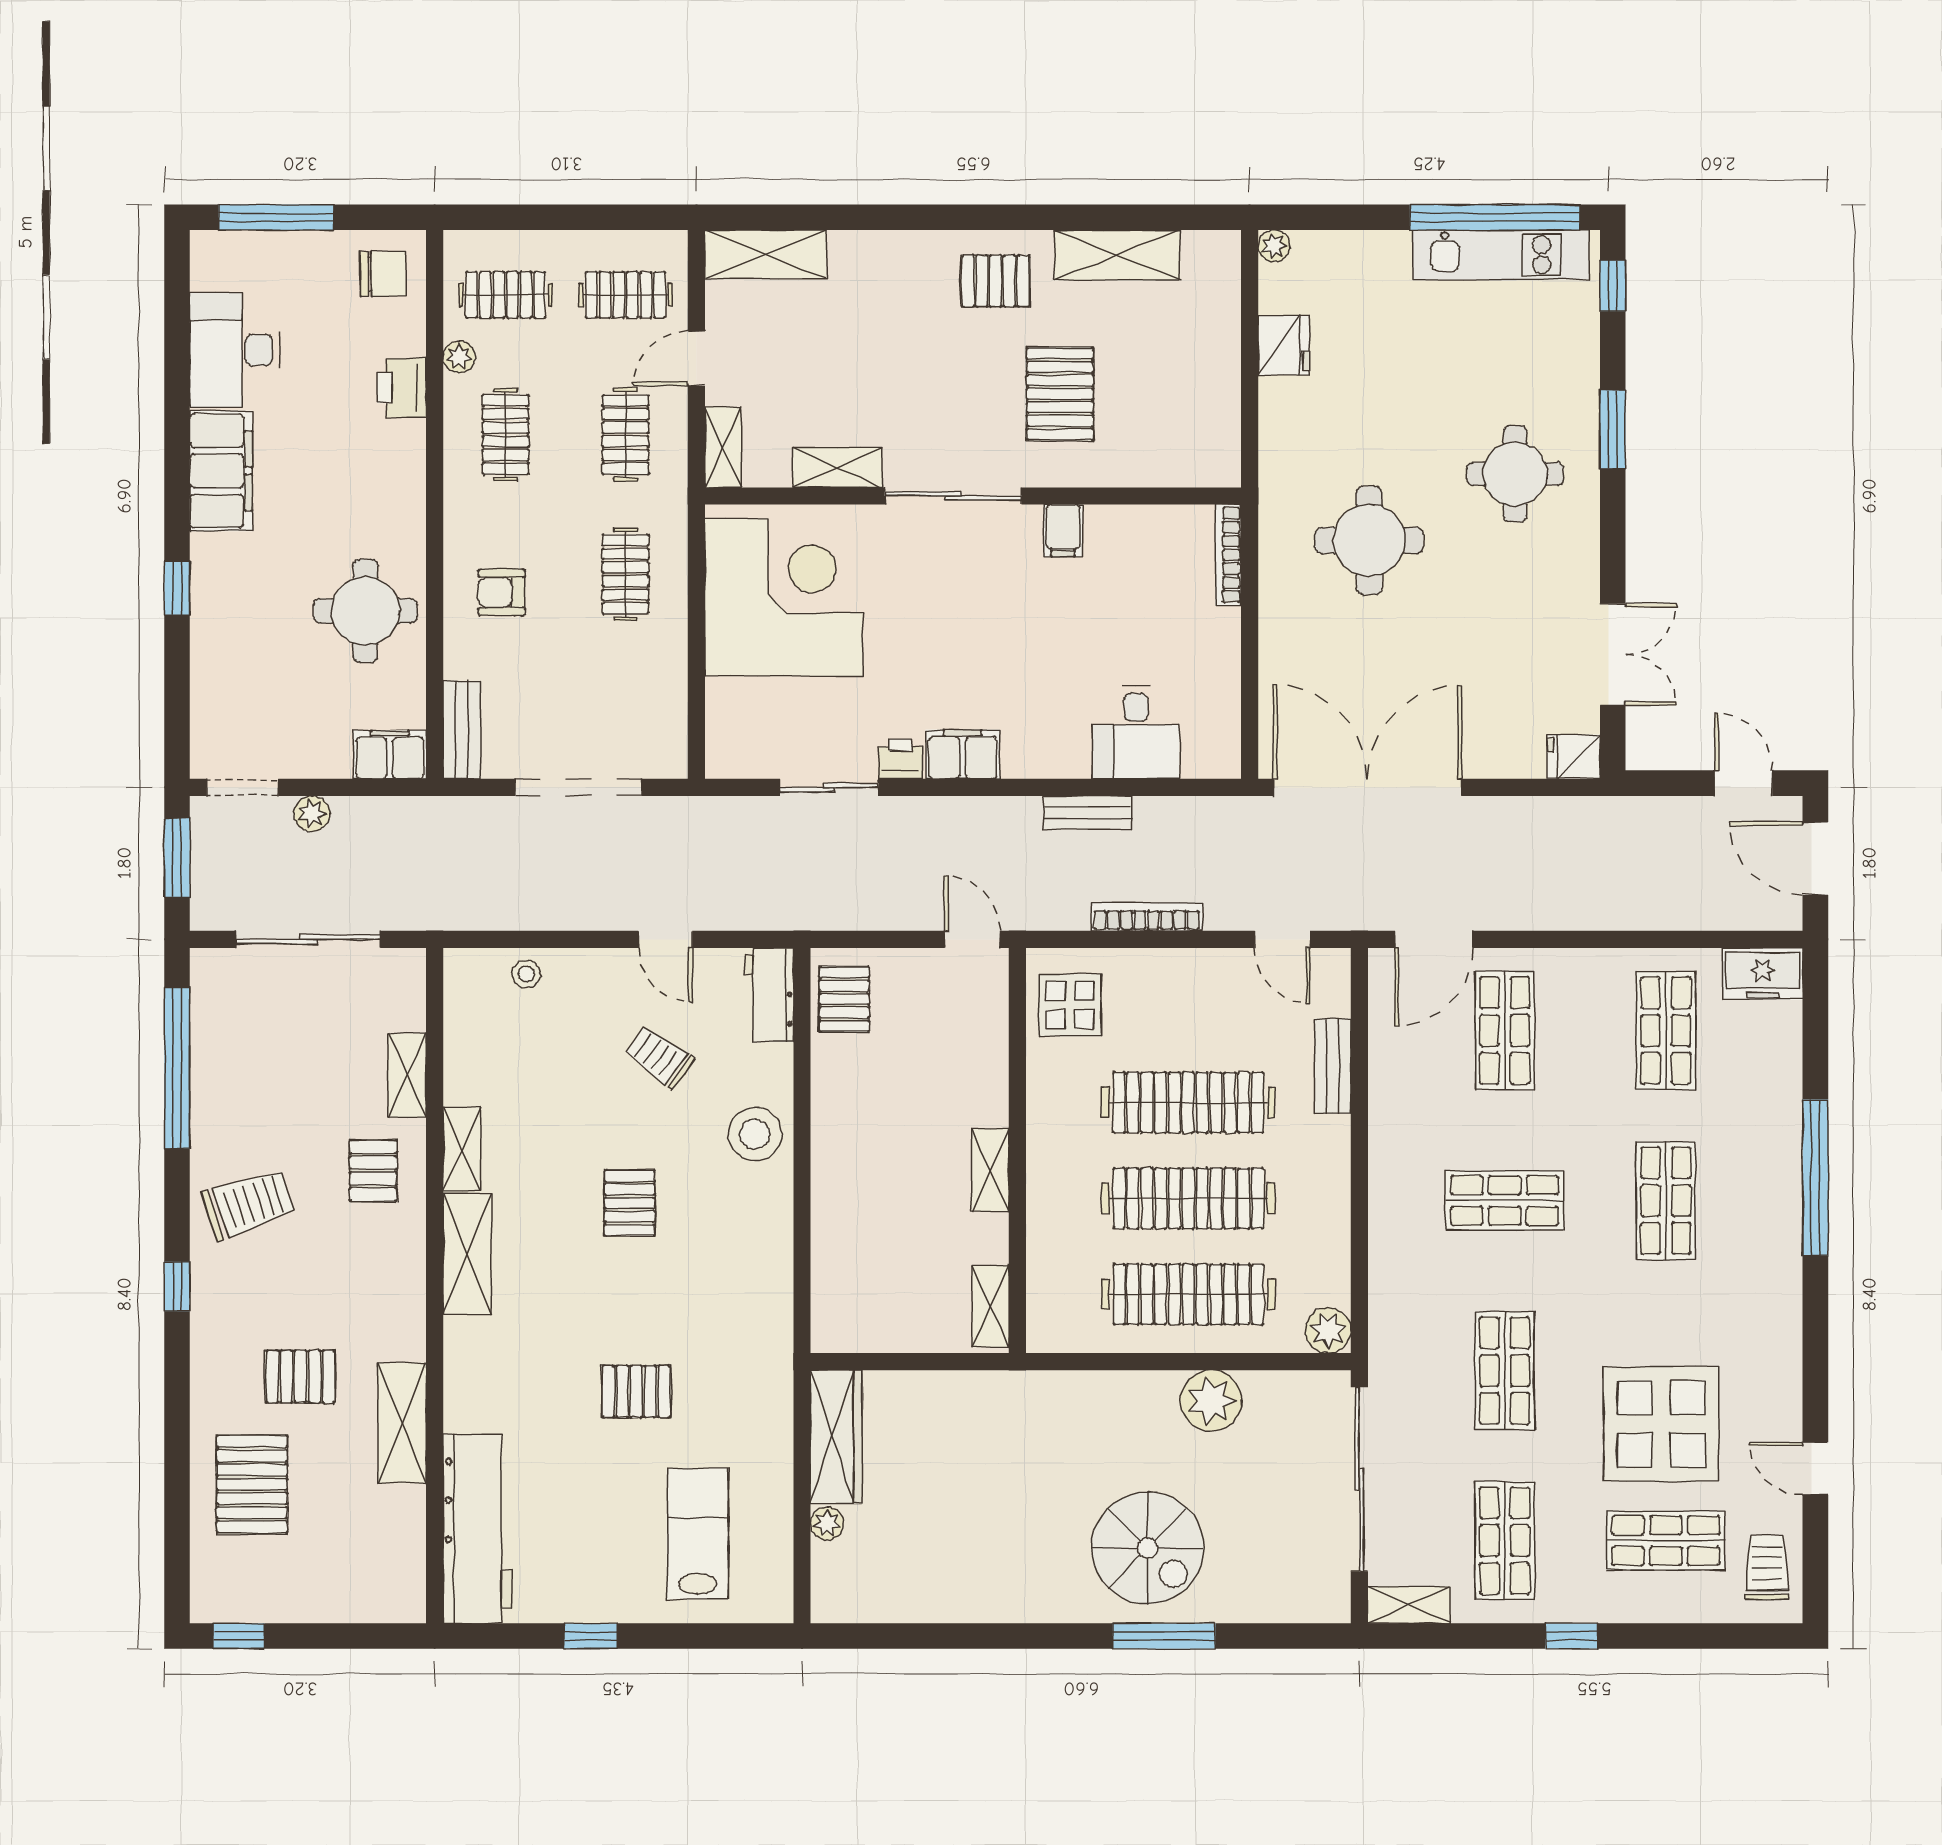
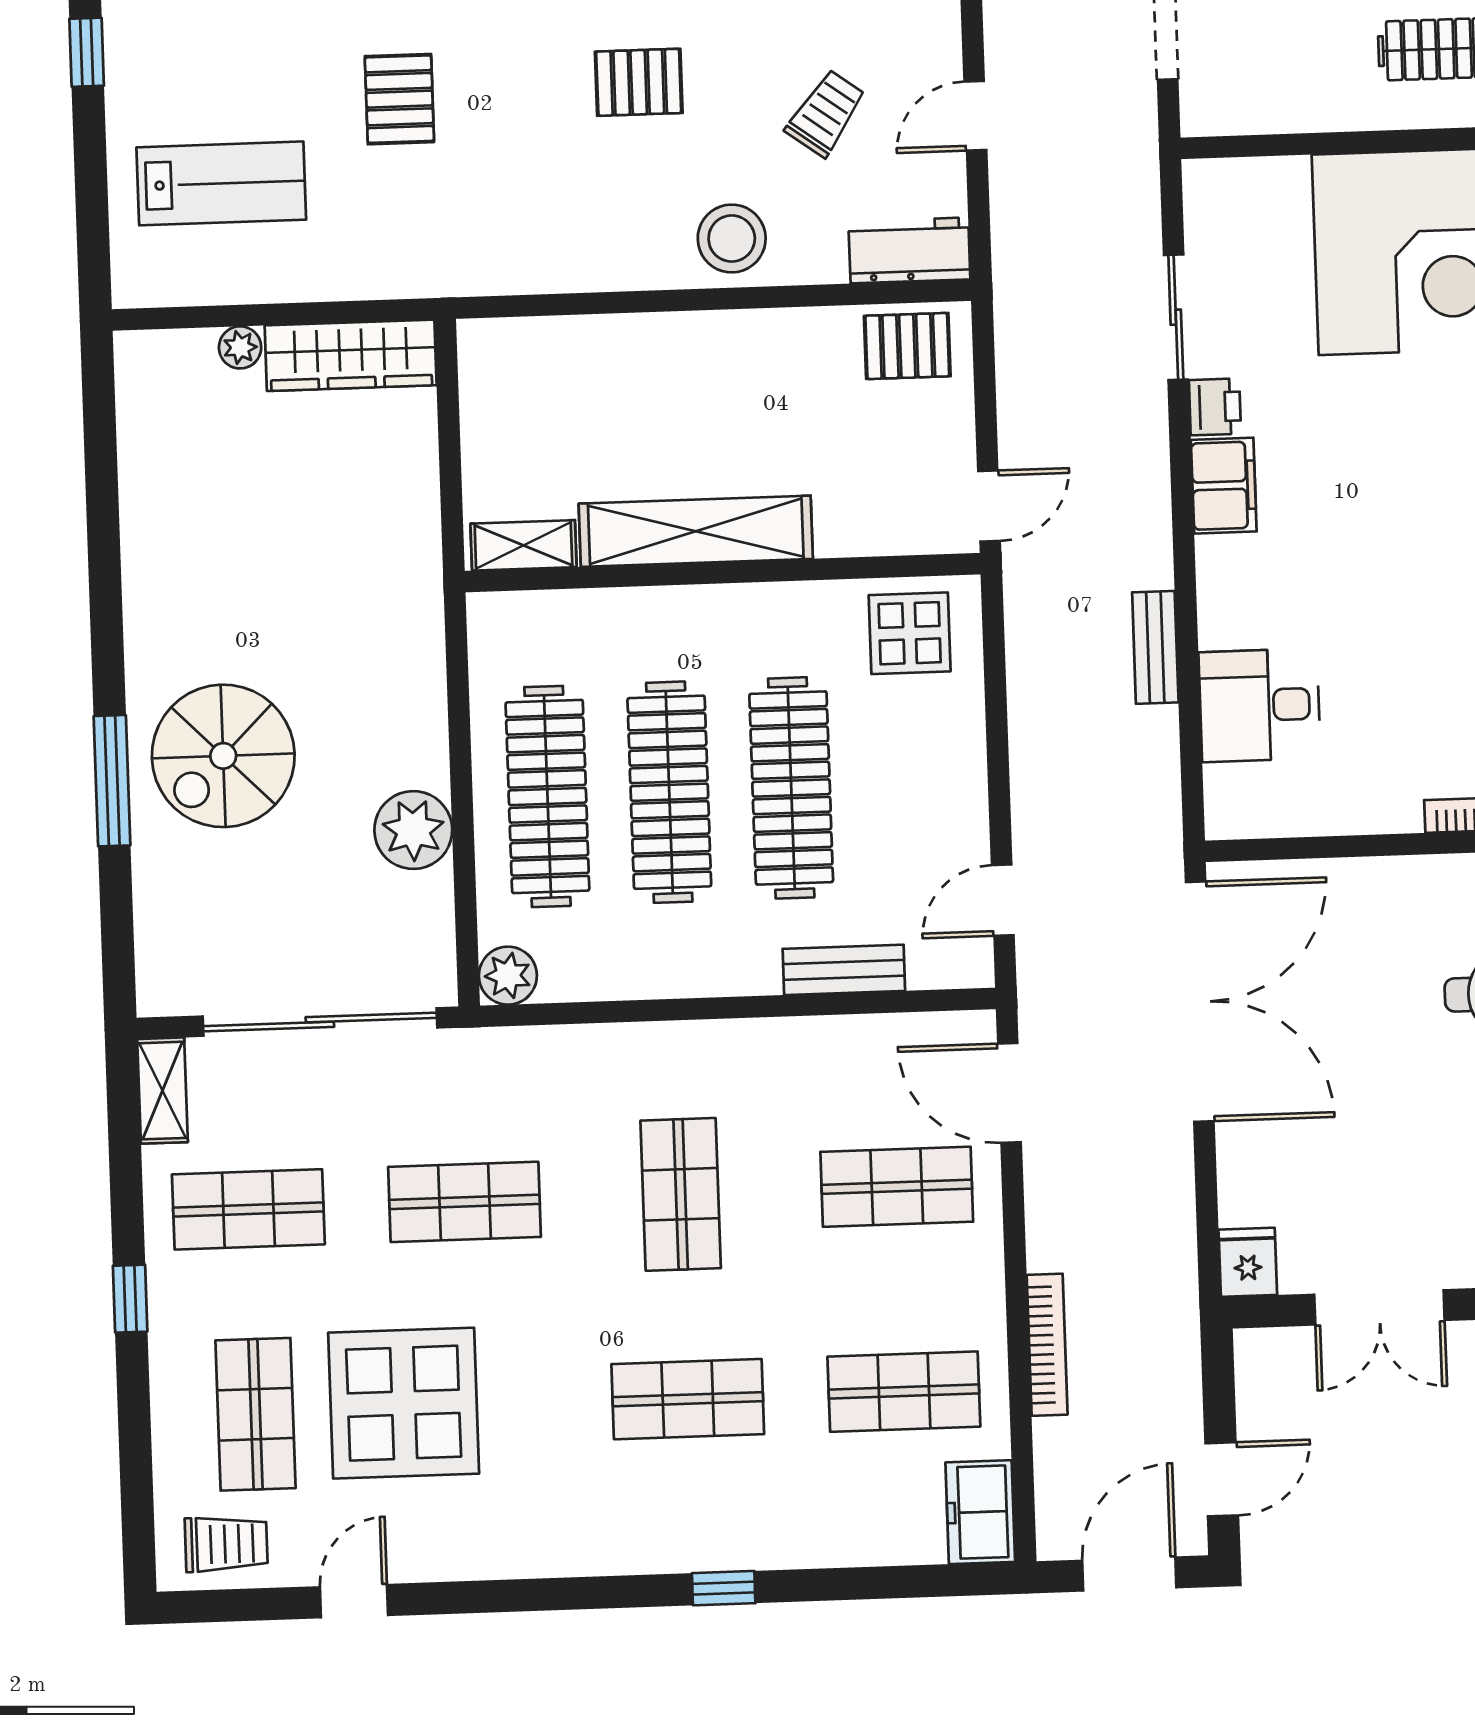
bookcase: (1147, 917) -> (1047, 1345), moved
shelving: (990, 1170) -> (696, 531), width x2.20, depth x1.33
window: (1815, 1178) -> (724, 1588), width x0.32

